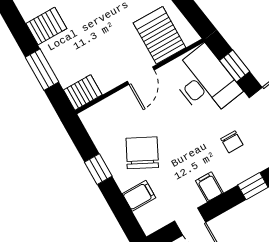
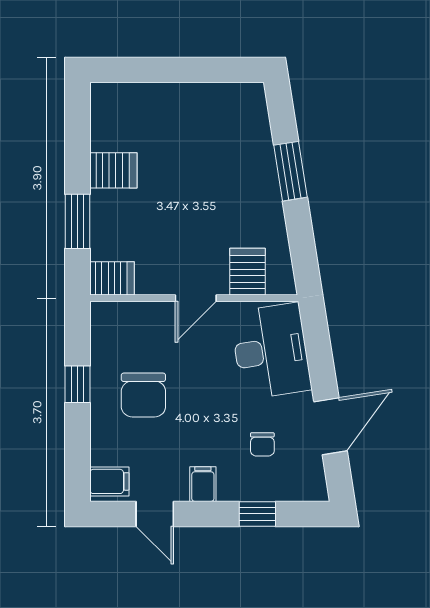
server rack: (160, 35) -> (247, 272), width x0.73, depth x0.70
window: (235, 66) -> (319, 352), removed
chair: (142, 153) -> (143, 395), turned 153
filing cabinet: (139, 196) -> (109, 481), moved

